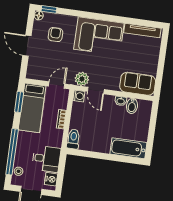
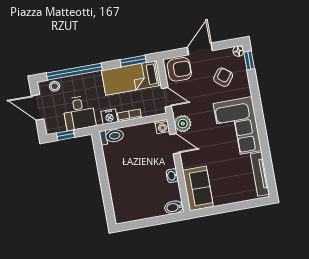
armchair: (55, 35) -> (223, 77), turned -53
armchair: (38, 67) -> (179, 69), added
door: (96, 90) -> (175, 144), swing flipped
bidet: (132, 106) -> (174, 207), moved
bathtub: (128, 148) -> (122, 202), removed
window: (60, 175) -> (65, 135), added
nightstand: (51, 179) -> (109, 117), moved

